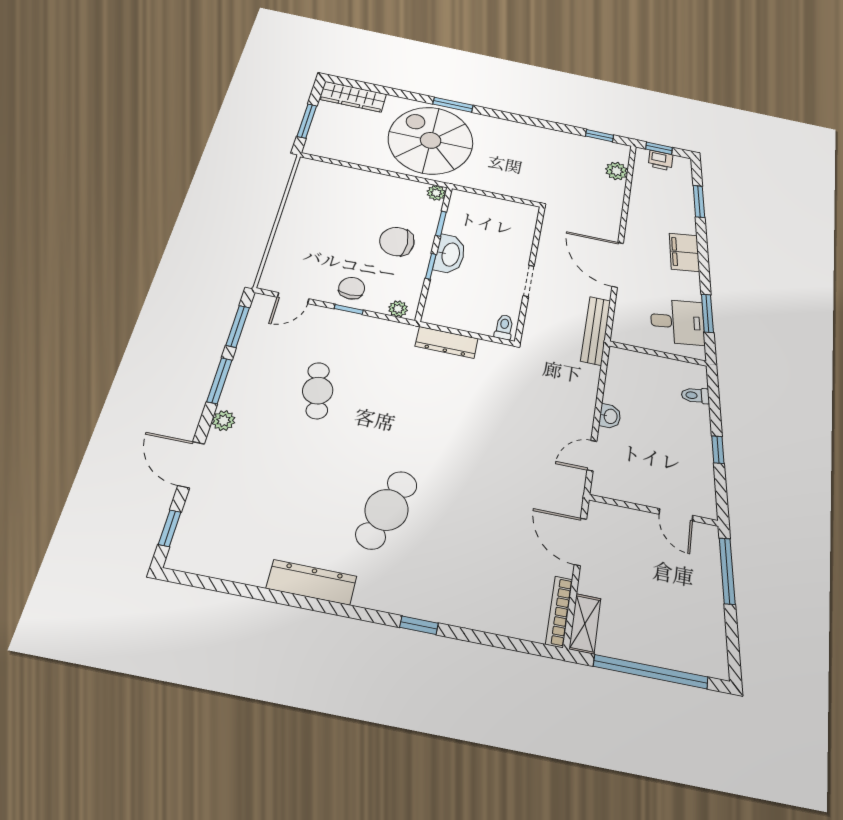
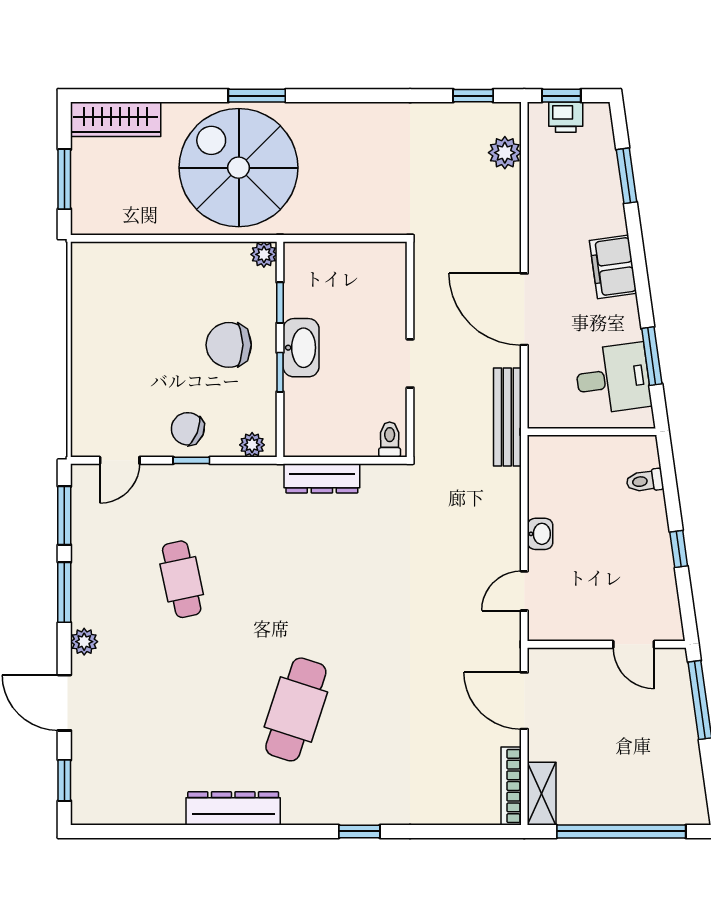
chair: (352, 288) -> (188, 429), turned -68

